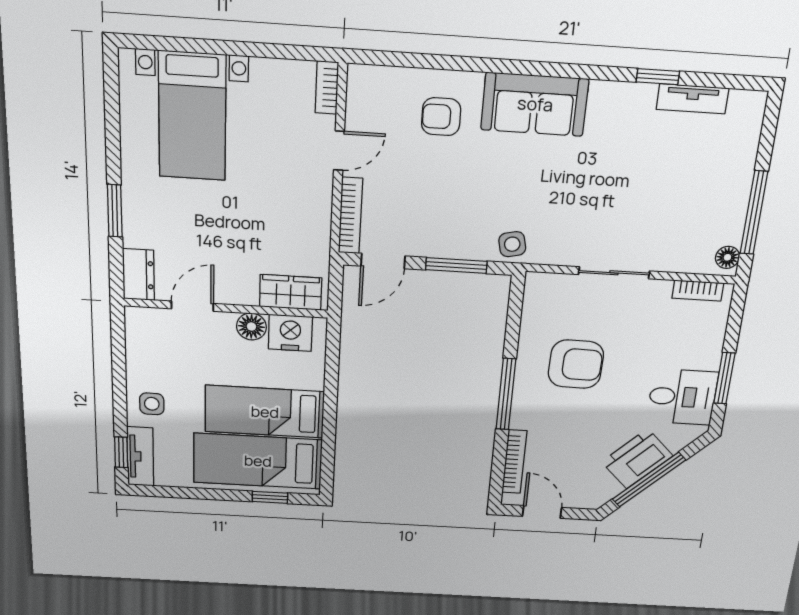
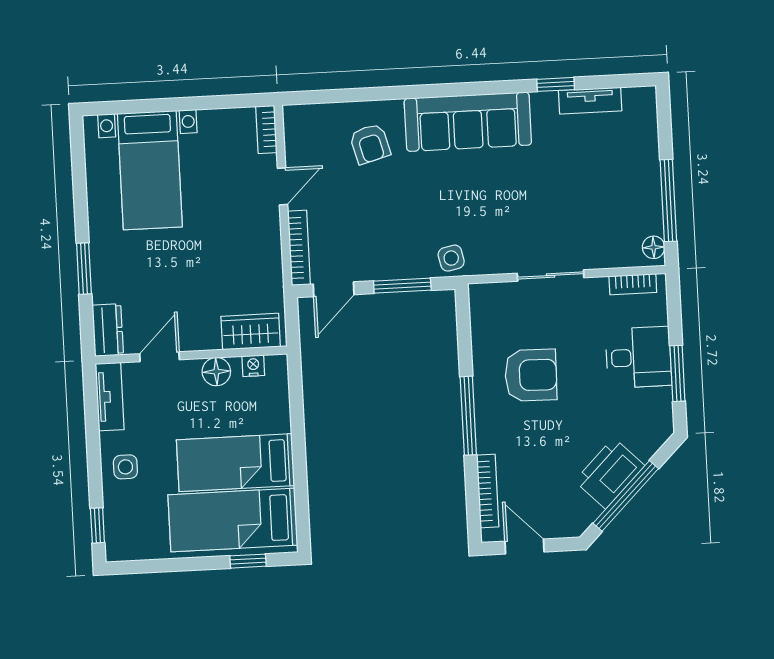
sofa: (535, 104) -> (468, 122), width x1.36
armchair: (441, 117) -> (370, 144), turned -105
nightstand: (290, 333) -> (253, 366), width x0.53, depth x0.56
desk: (682, 397) -> (639, 357), moved
tv unit: (140, 457) -> (110, 397), moved

